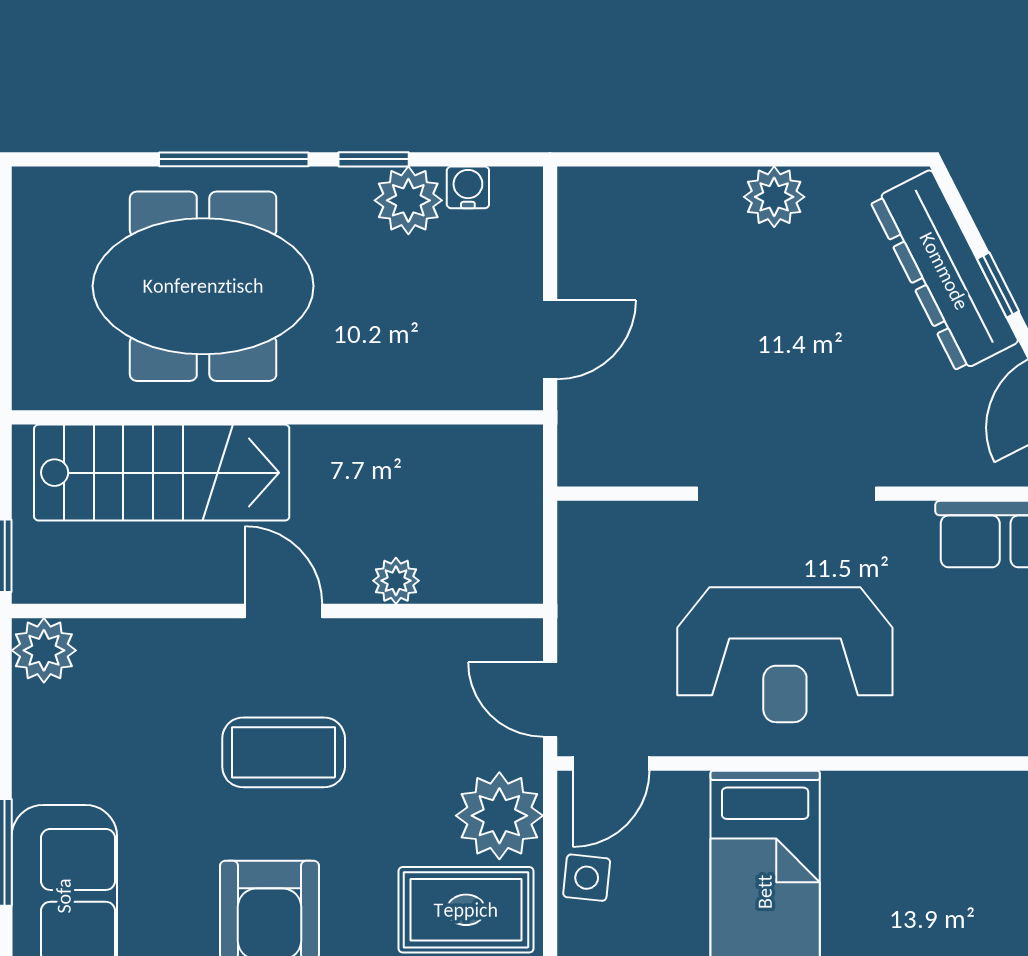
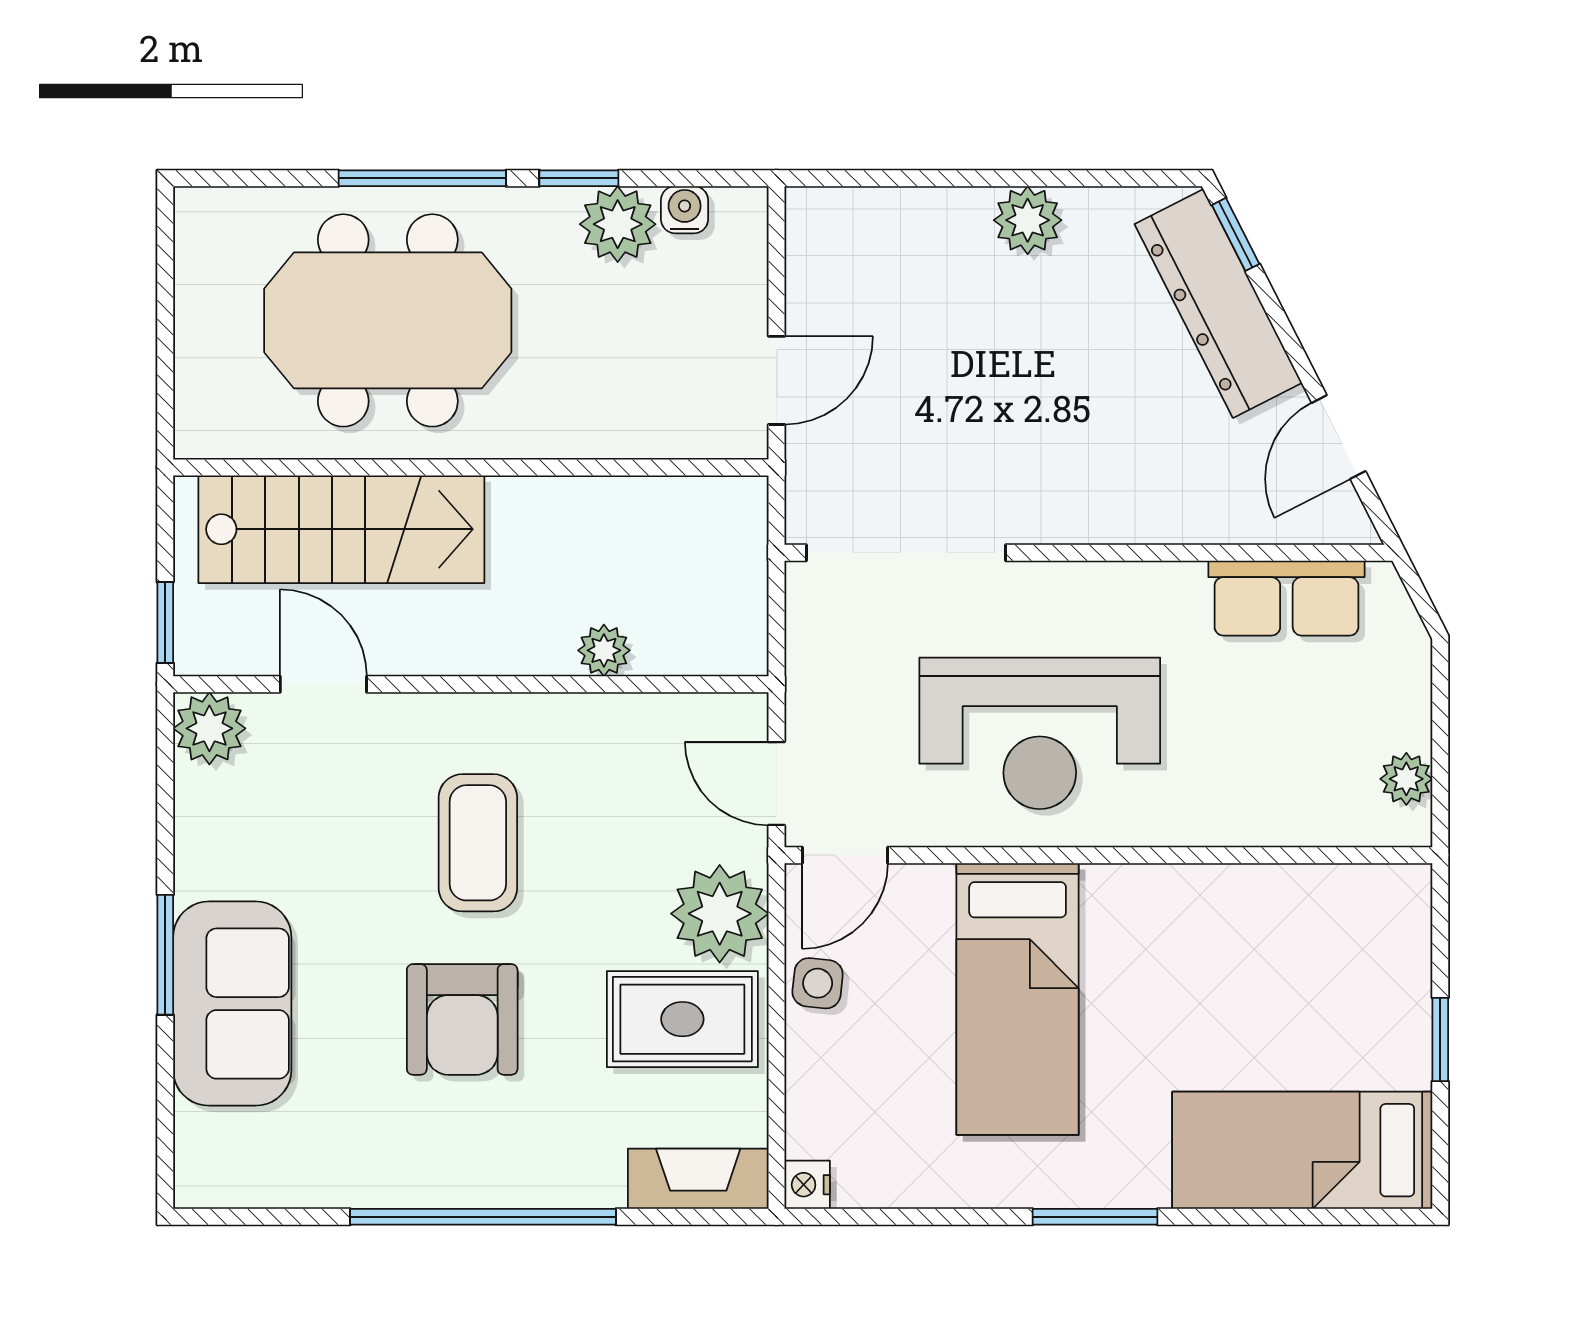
window: (998, 285) -> (1236, 234), moved
doorway: (787, 494) -> (906, 553), moved
door: (283, 611) -> (323, 684), moved
coffee table: (284, 752) -> (478, 843), turned 90

